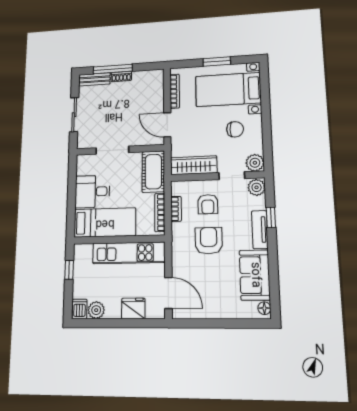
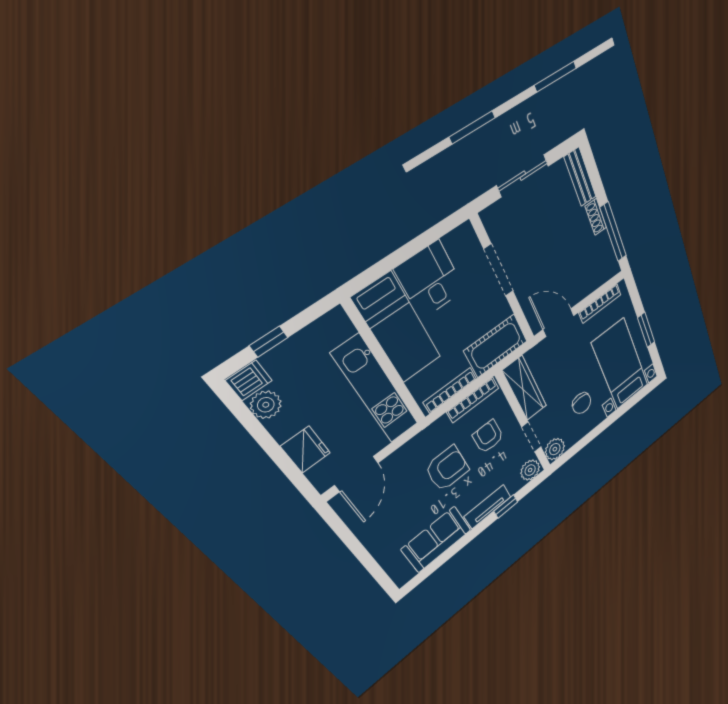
window: (113, 69) -> (613, 232), moved
door: (167, 125) -> (559, 323), hinge flipped
armchair: (208, 204) -> (488, 437), turned 90
bookcase: (176, 209) -> (473, 400), width x1.56
window: (69, 270) -> (269, 342), moved
floor lamp: (264, 308) -> (407, 575), removed

